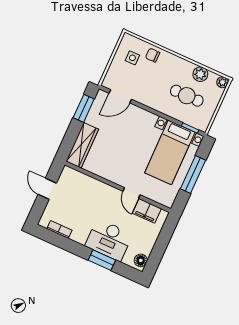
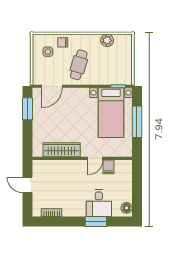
plant: (222, 82) -> (127, 39), removed
cafe table: (187, 96) -> (79, 65), moved, turned -74
wardrobe: (82, 145) -> (62, 150), moved, turned -90
door: (131, 193) -> (95, 158), hinge flipped
filing cabinet: (147, 211) -> (108, 167), width x0.50
desk: (109, 240) -> (99, 203), width x0.73

